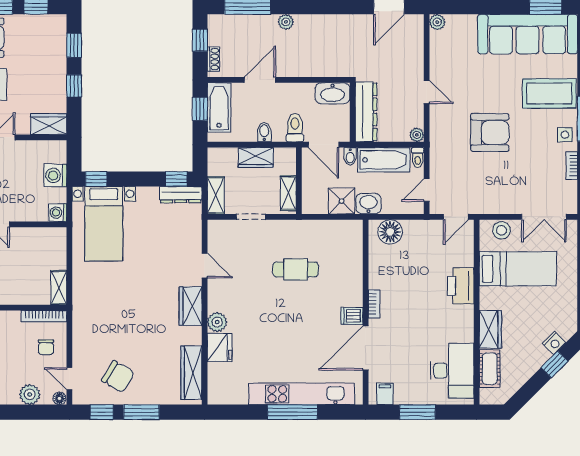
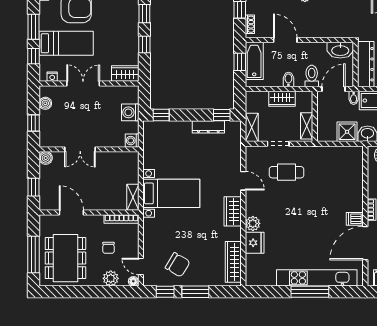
door: (260, 80) -> (285, 40), hinge flipped
door: (323, 145) -> (333, 89), swing flipped
dresser: (181, 195) -> (208, 127), moved
bed with nightstands: (104, 224) -> (171, 193), moved, turned -90
cafe table: (296, 269) -> (286, 172), moved
chair: (46, 347) -> (109, 248), moved

